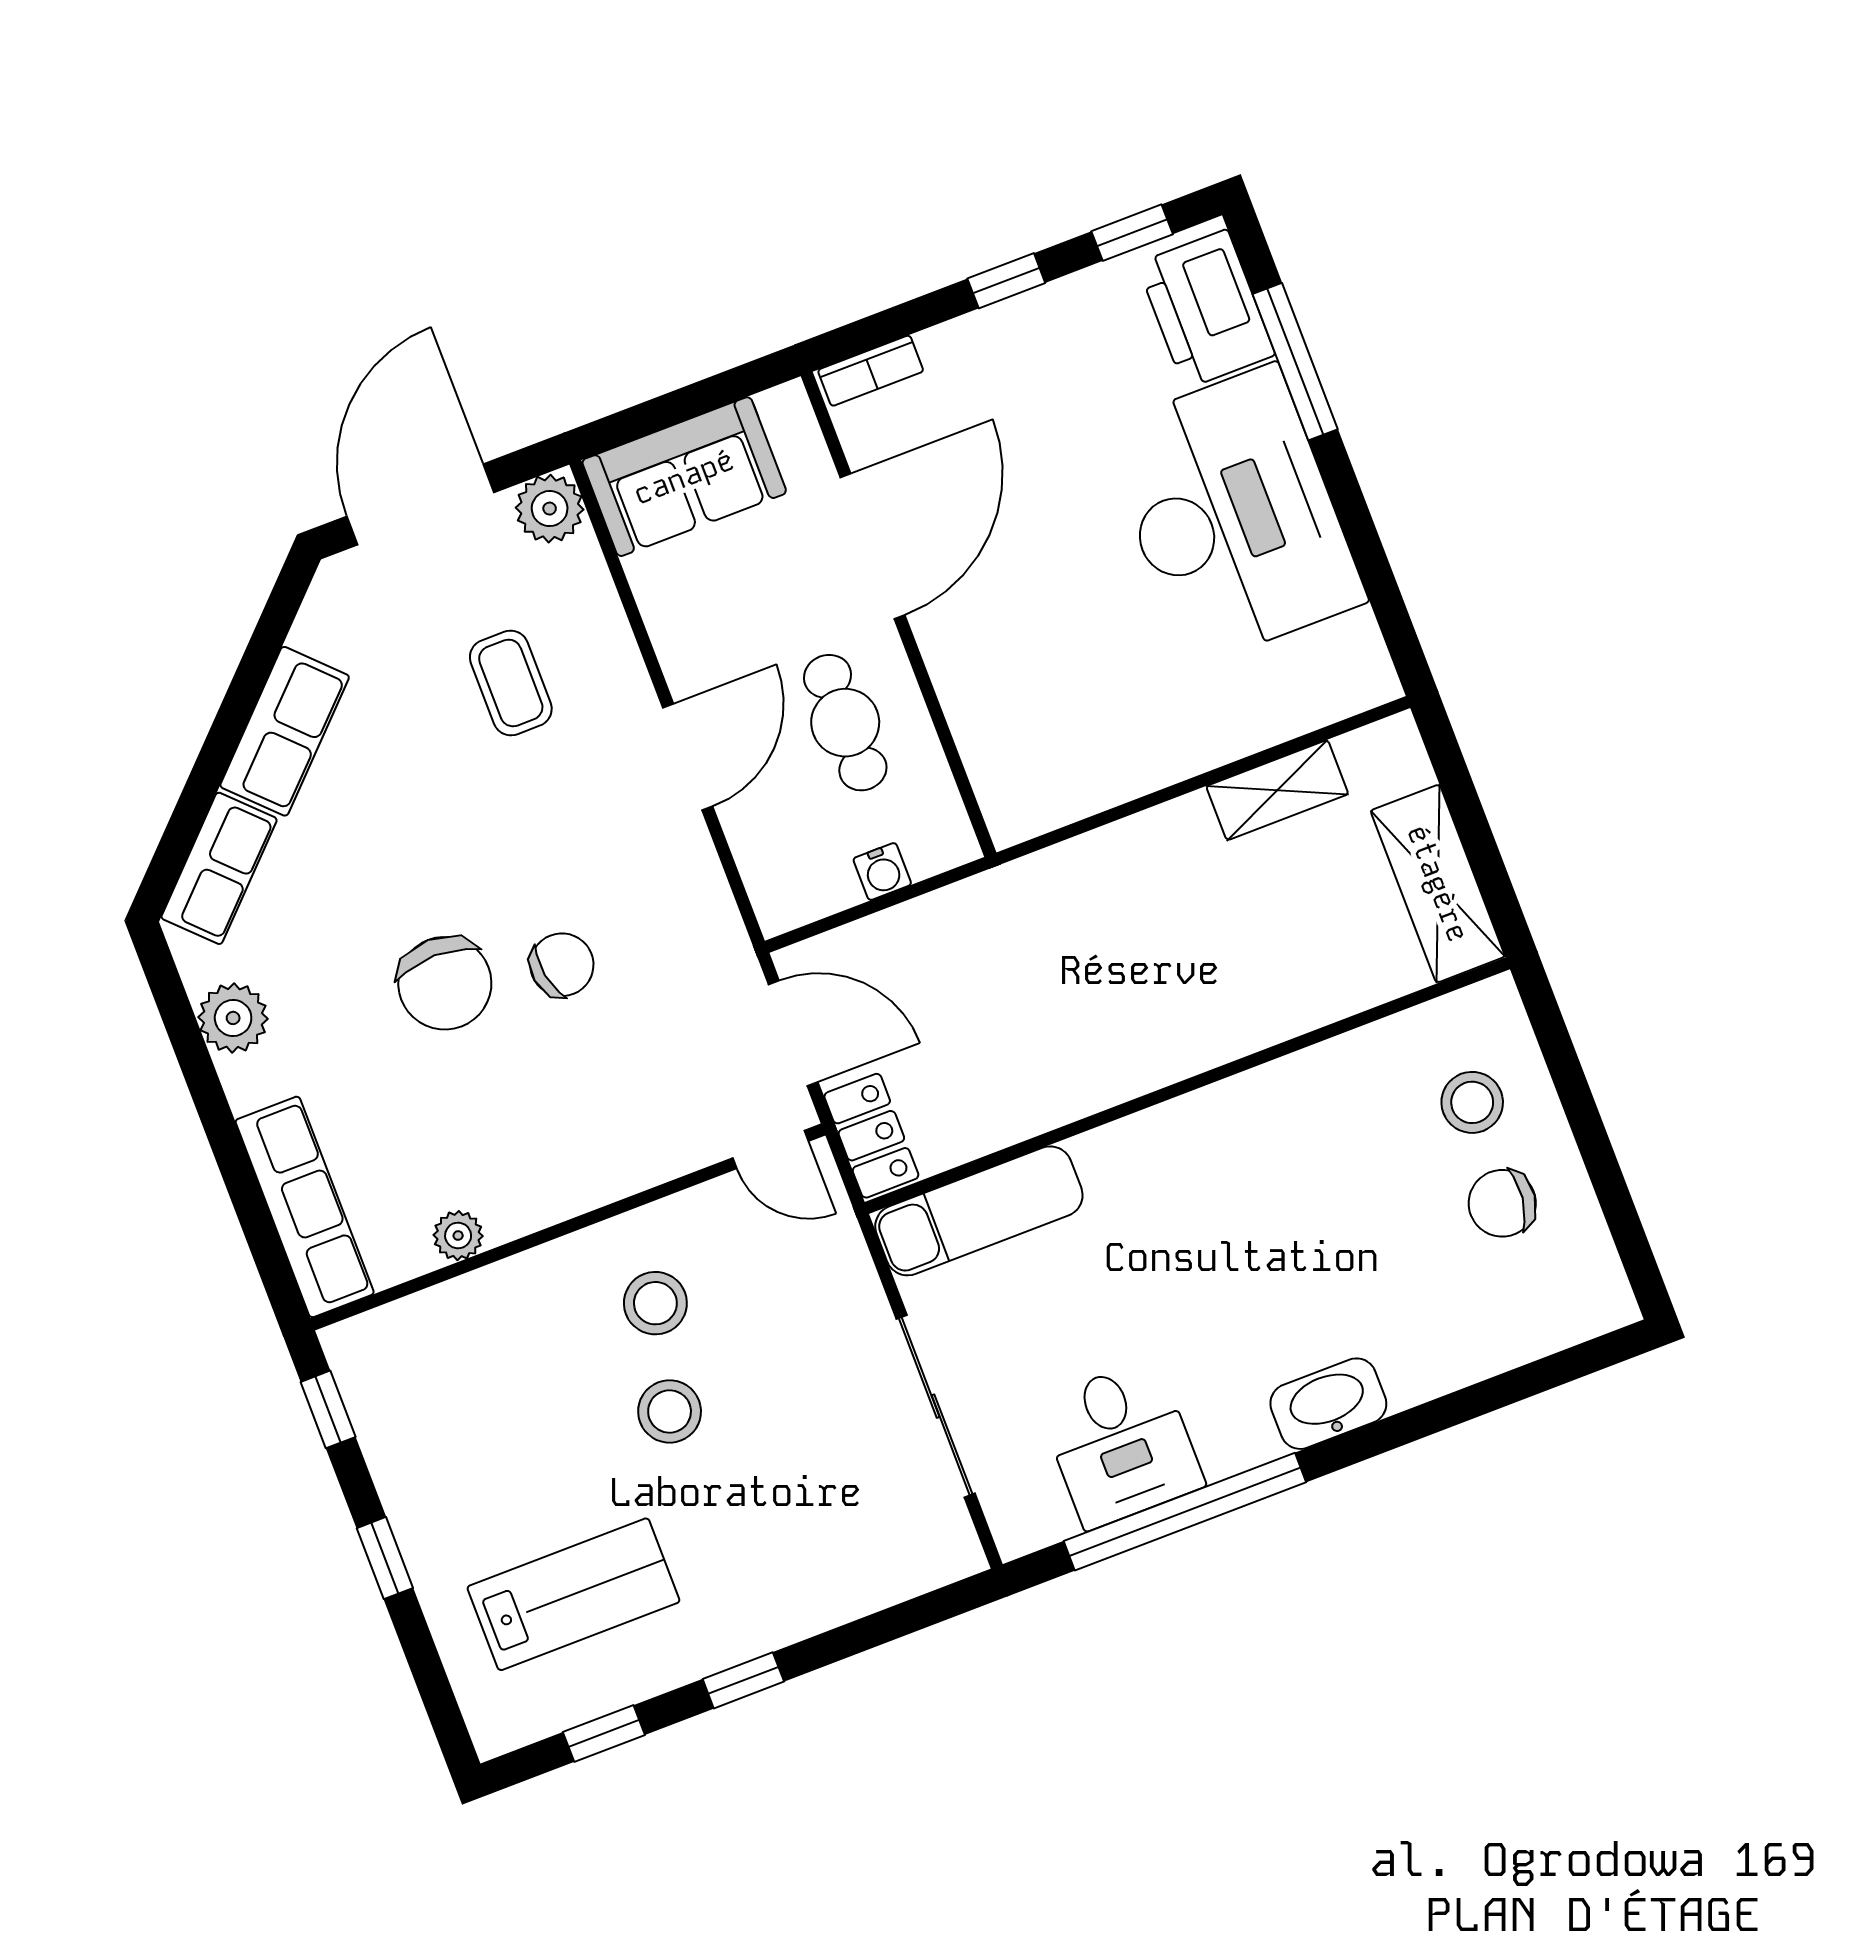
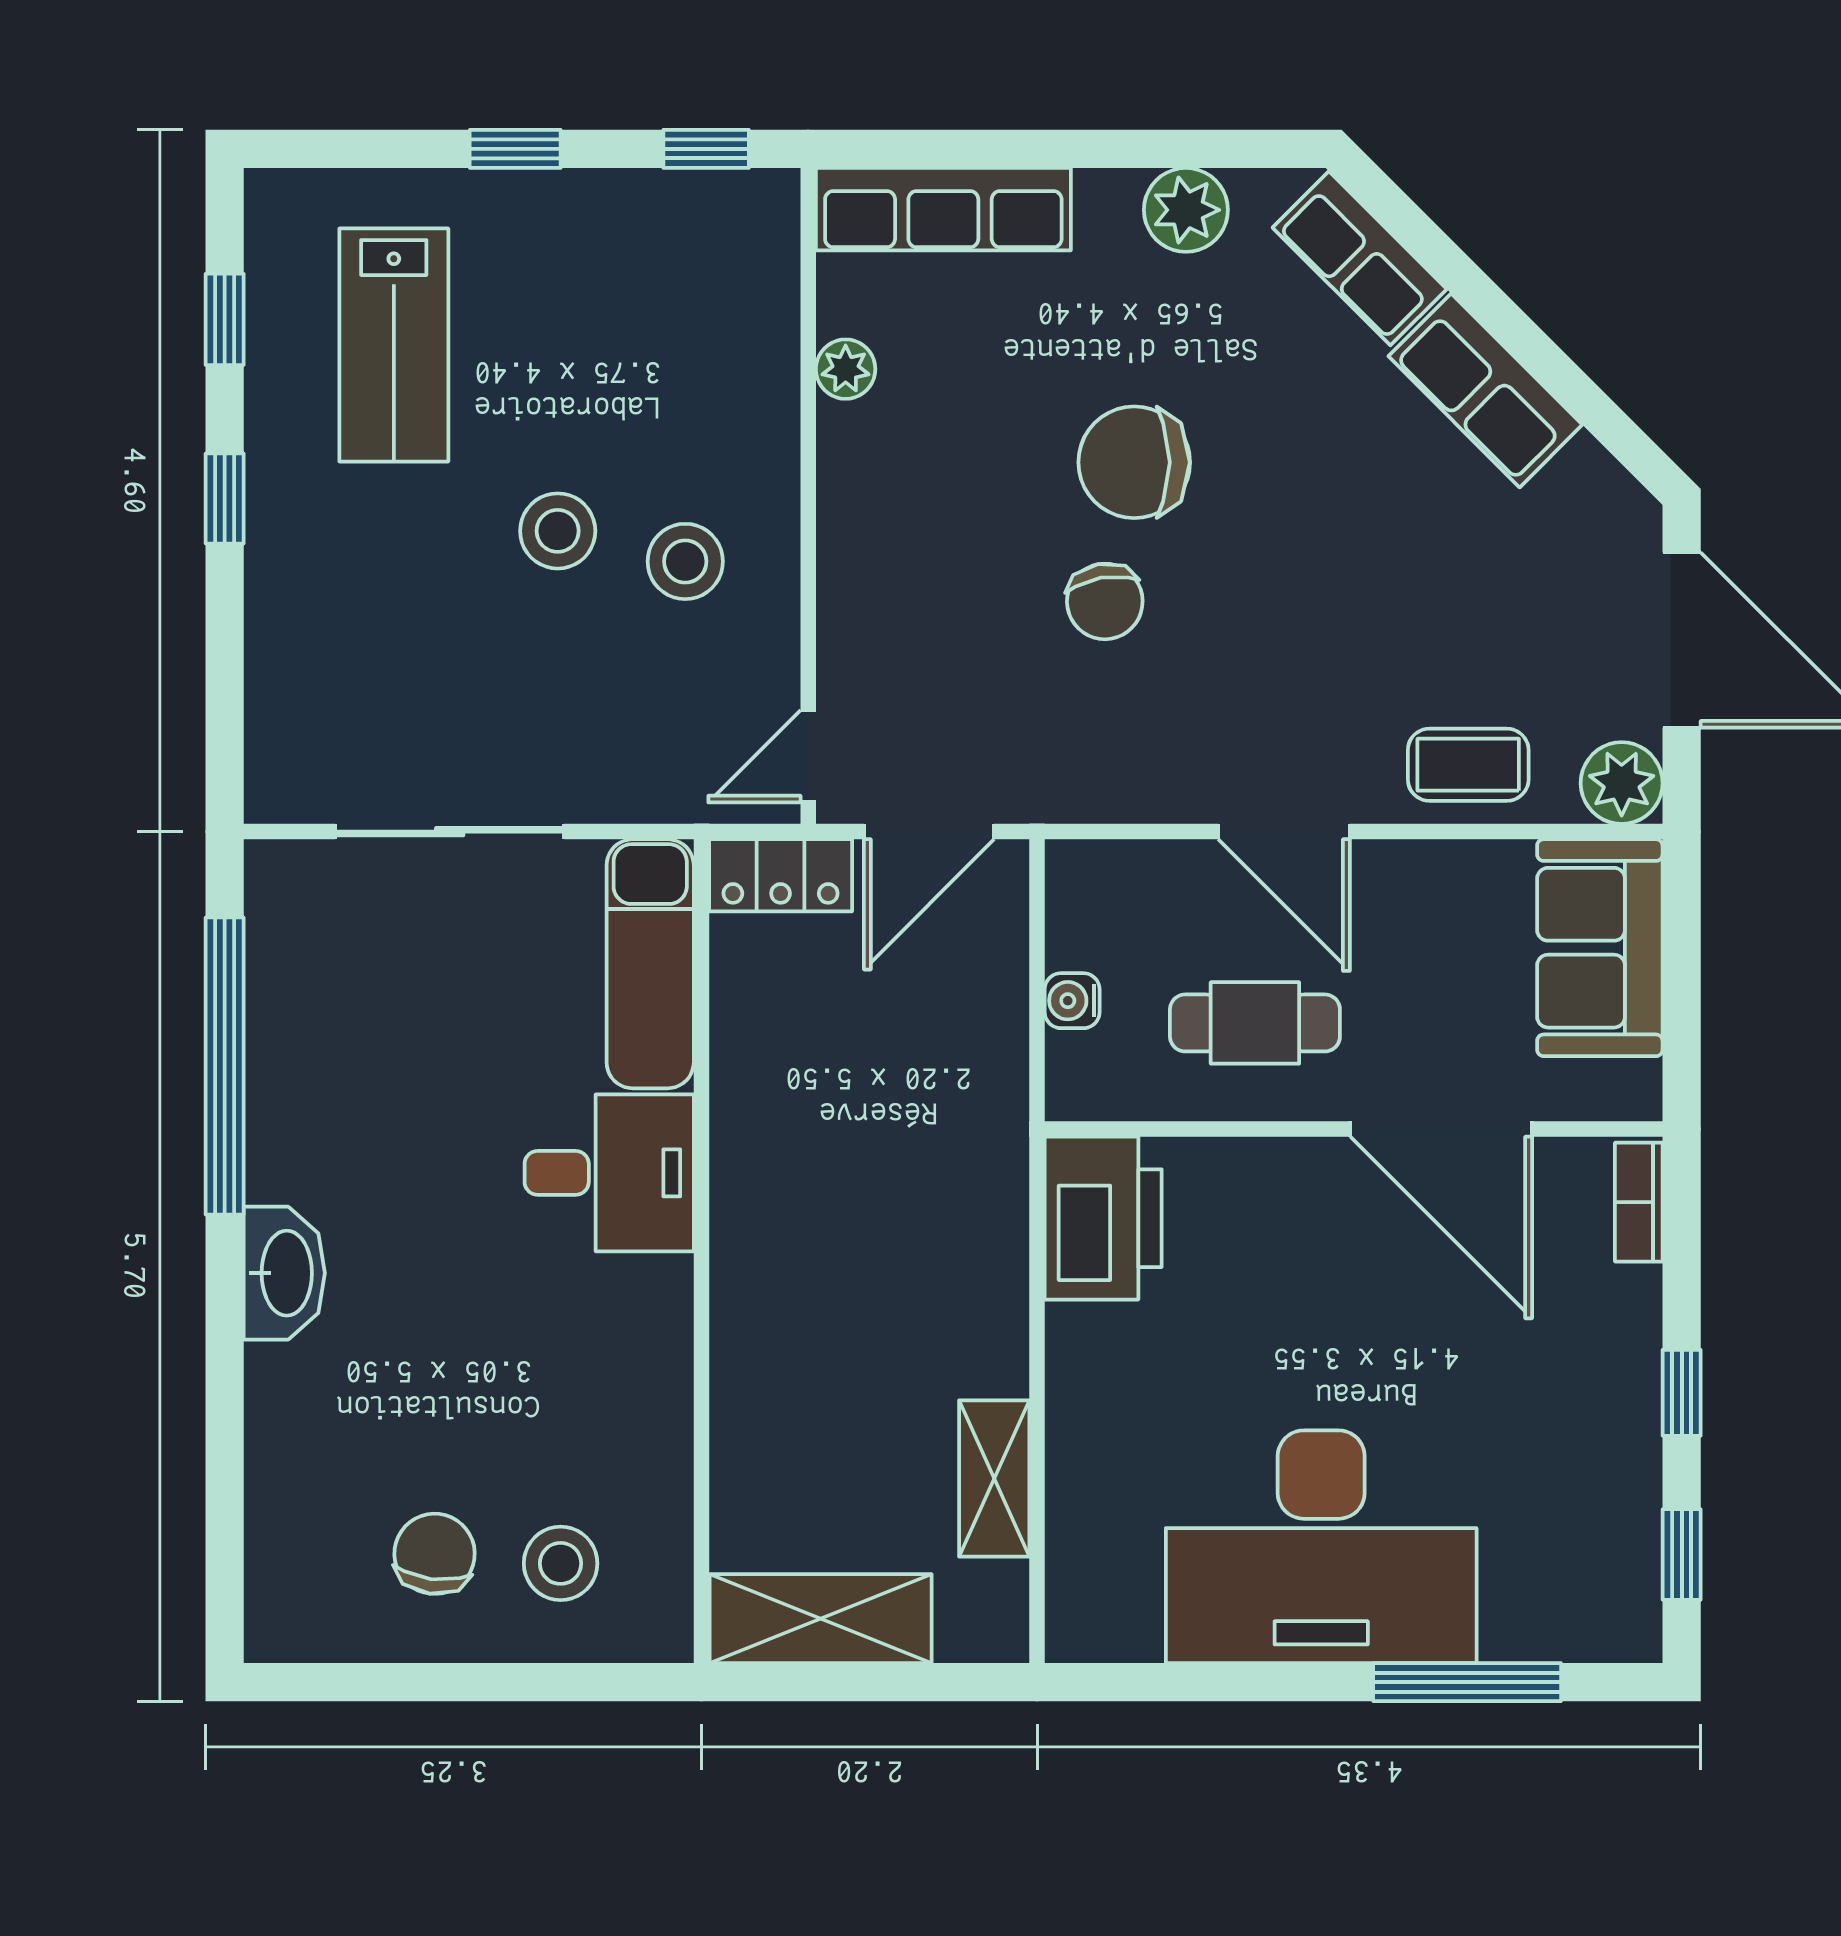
printer: (1206, 309) -> (1103, 1218), moved, turned 90
coffee table: (511, 683) -> (1468, 765), moved
desk: (1121, 1444) -> (609, 1173), moved, turned 180

